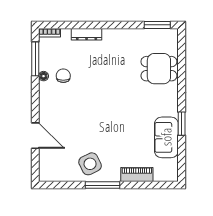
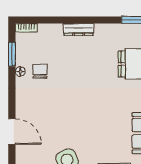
dresser: (87, 34) -> (79, 29), moved
window: (35, 59) -> (12, 54), width x0.69

